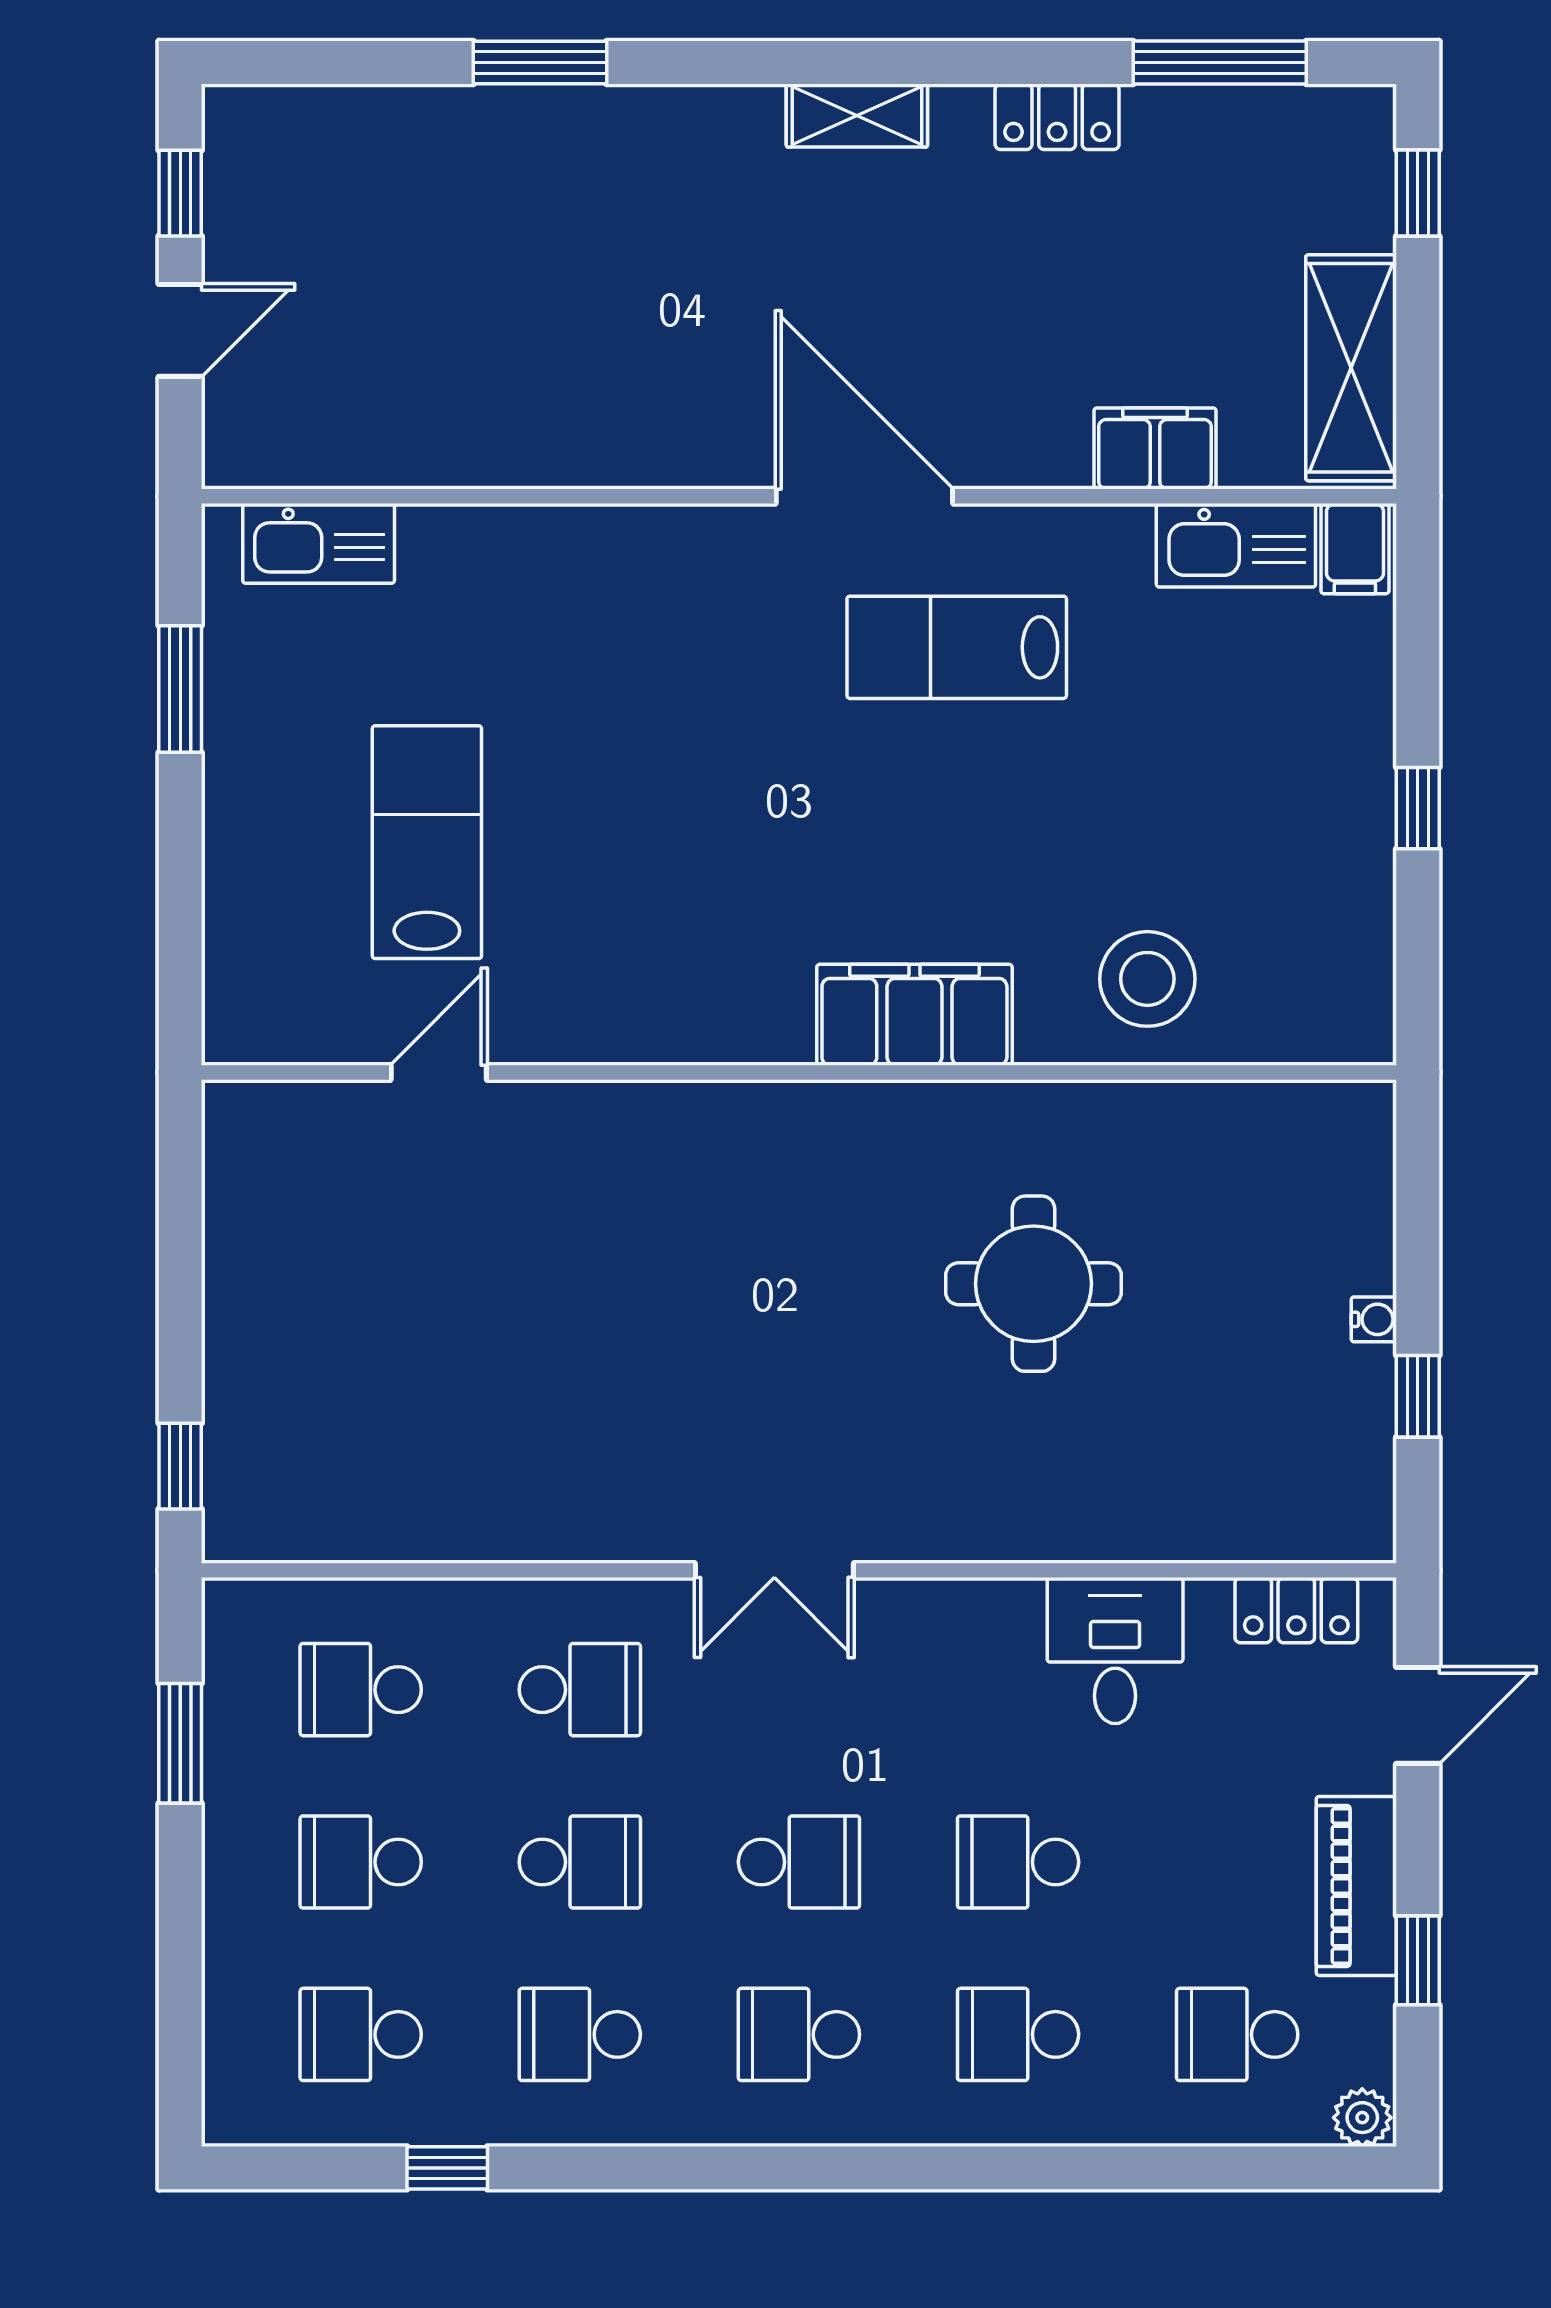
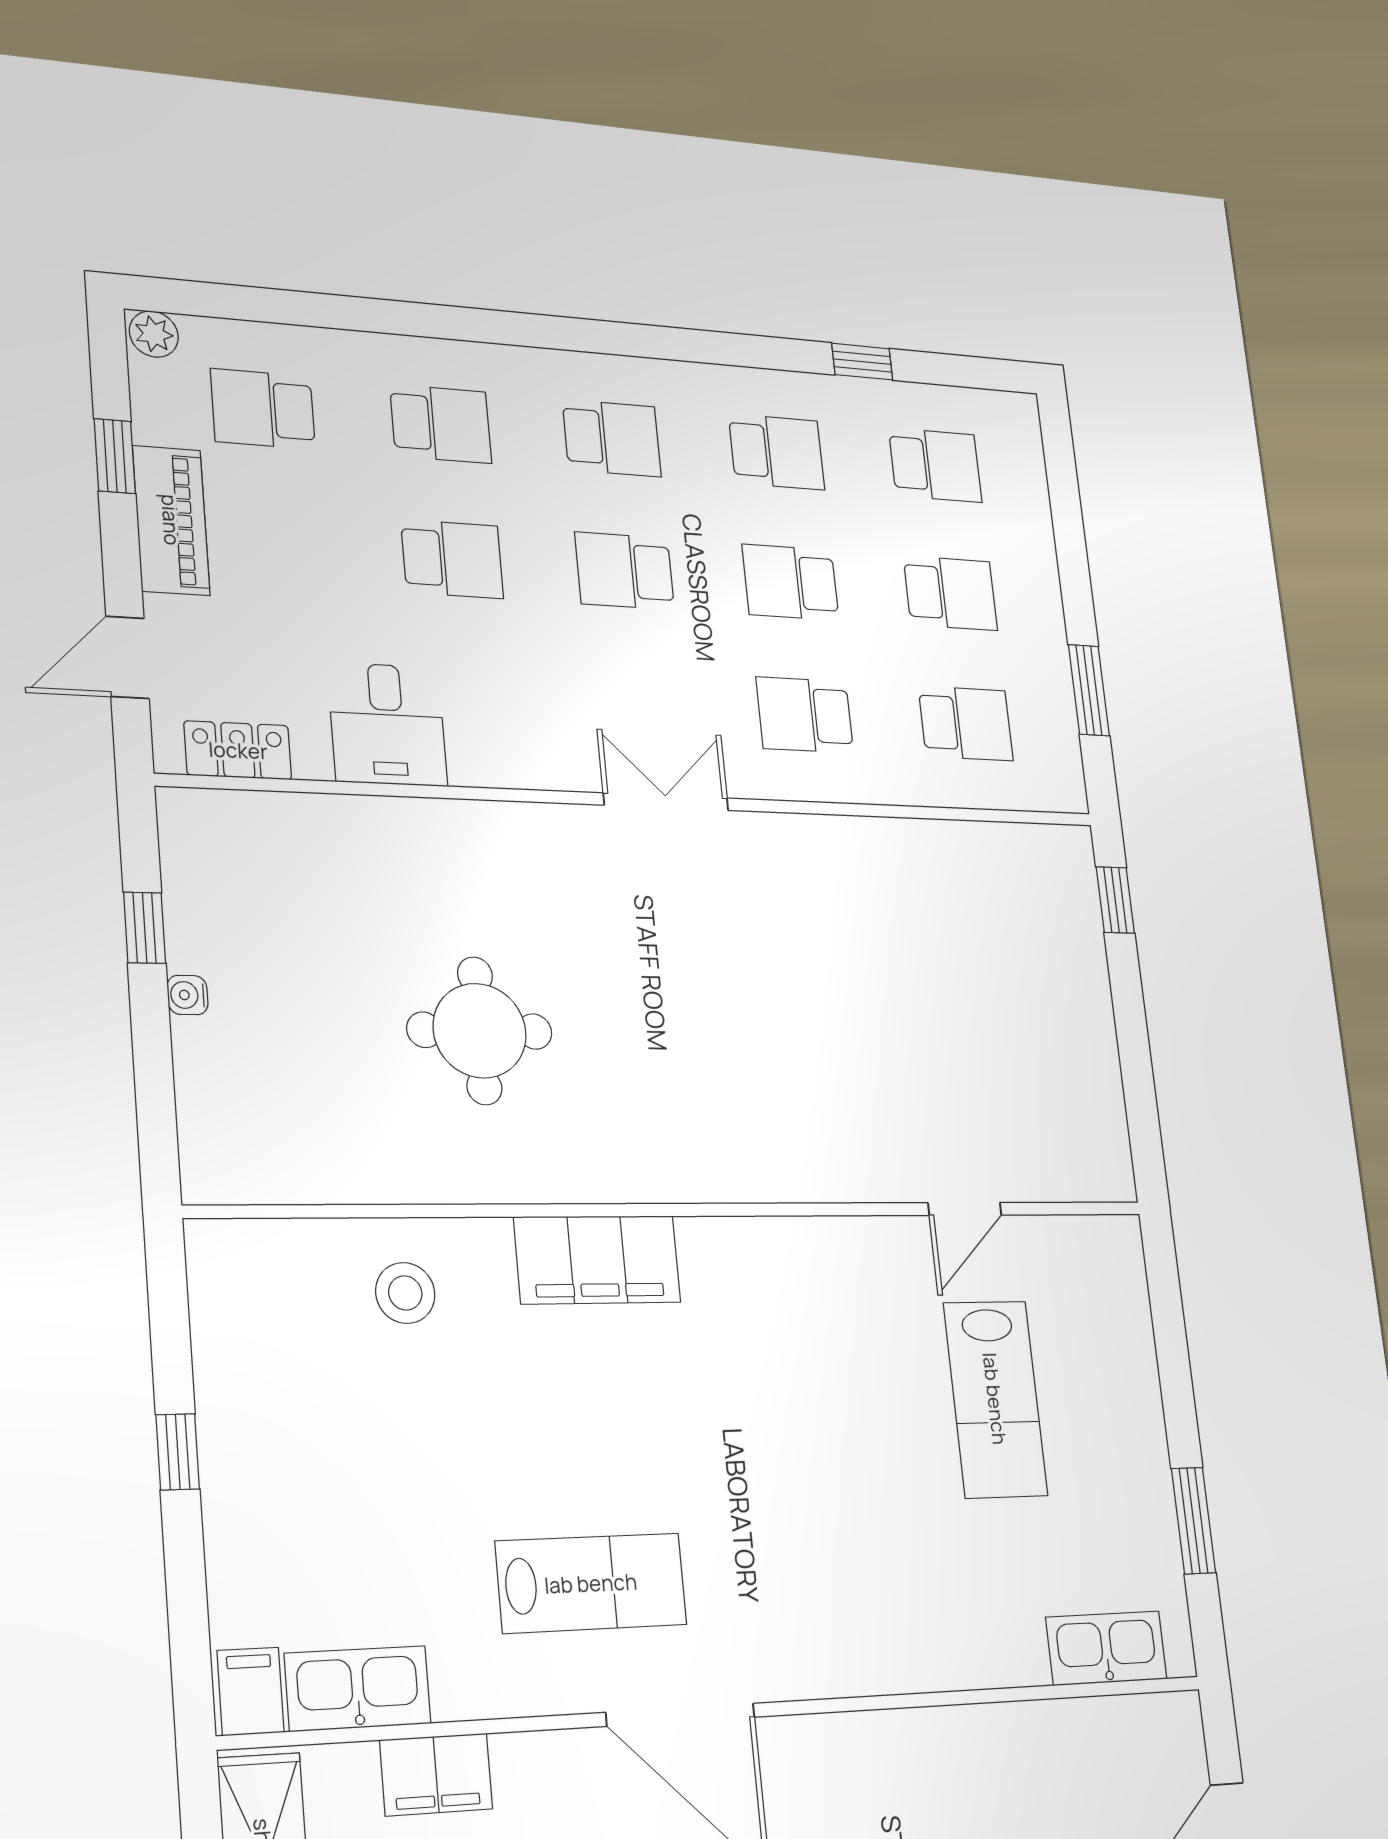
stool: (1147, 979) -> (405, 1293), width x0.73, depth x0.73
school desk: (1237, 2034) -> (263, 409), turned 180

